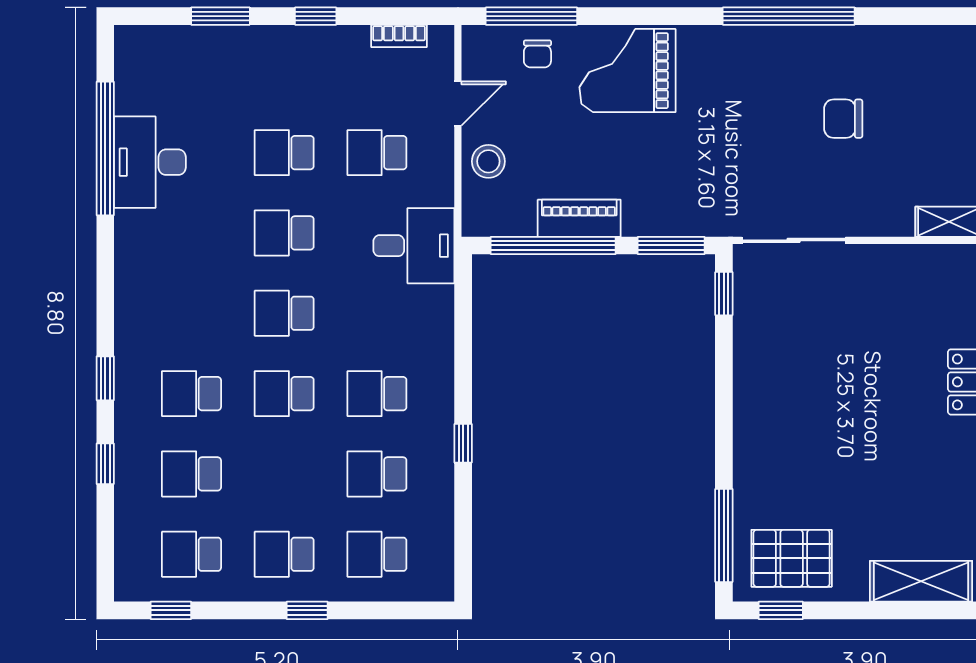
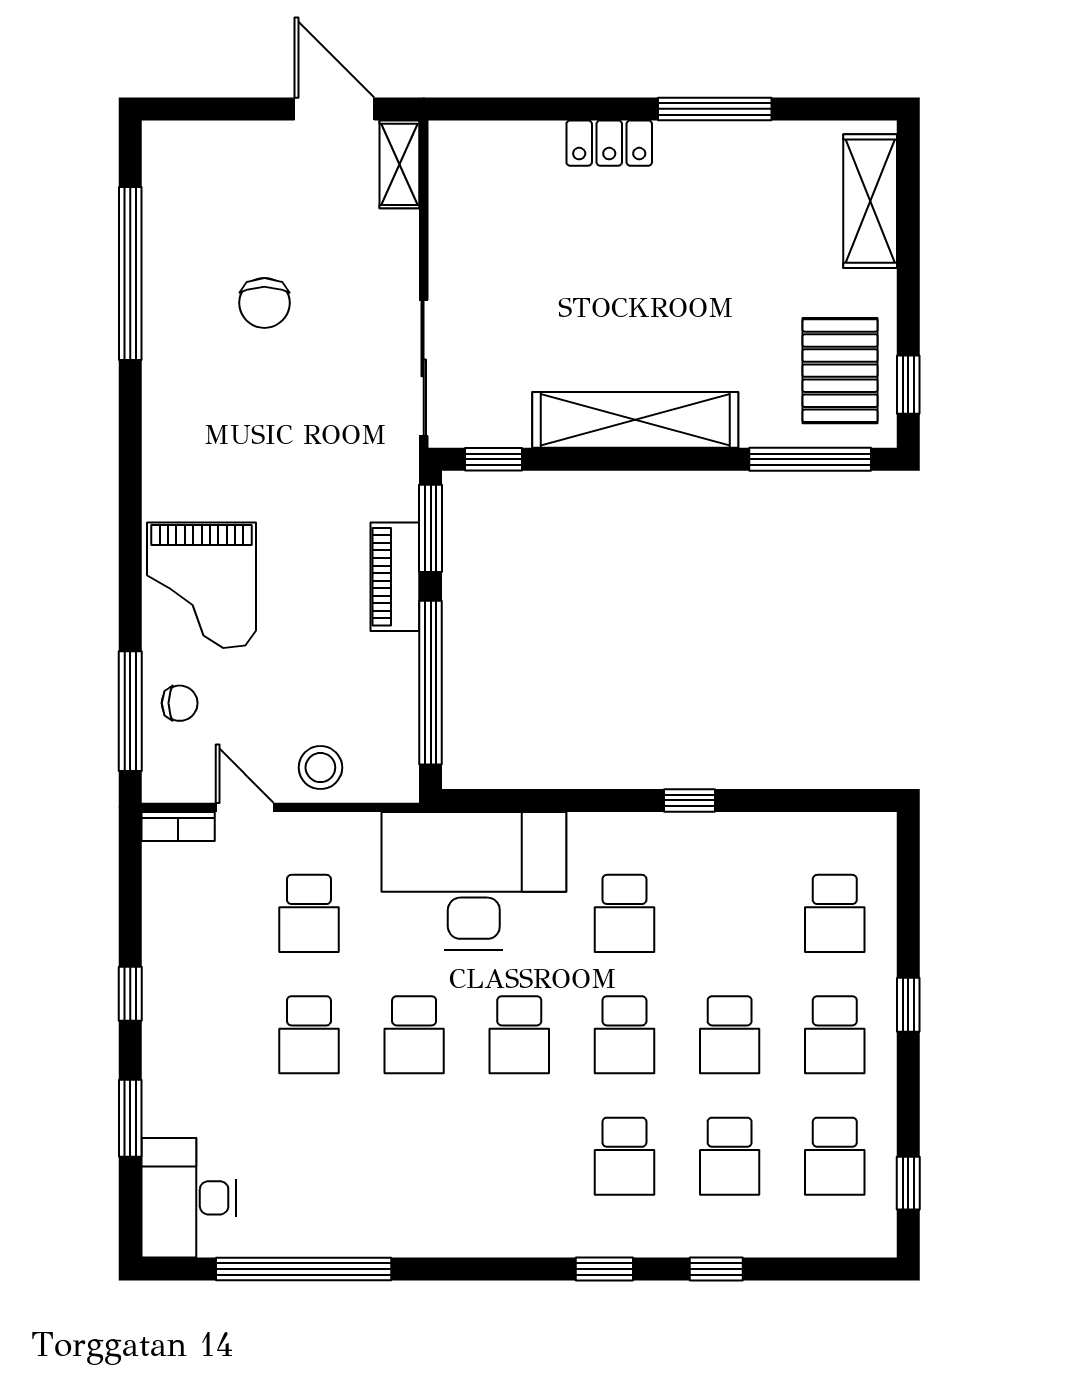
window: (789, 16) -> (130, 273), moved
bookcase: (399, 36) -> (178, 826), moved, turned 90
desk: (150, 162) -> (189, 1198), moved, turned 90
piano: (579, 218) -> (395, 577), moved
desk: (414, 246) -> (474, 881), width x1.87, depth x1.30
shelving: (754, 402) -> (635, 420), added
school desk: (377, 474) -> (730, 1035), moved

